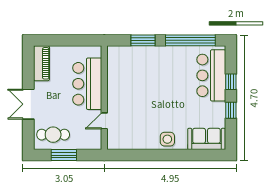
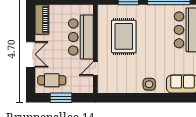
rug: (138, 83) -> (124, 36), added
double door: (28, 104) -> (31, 54), swing flipped

